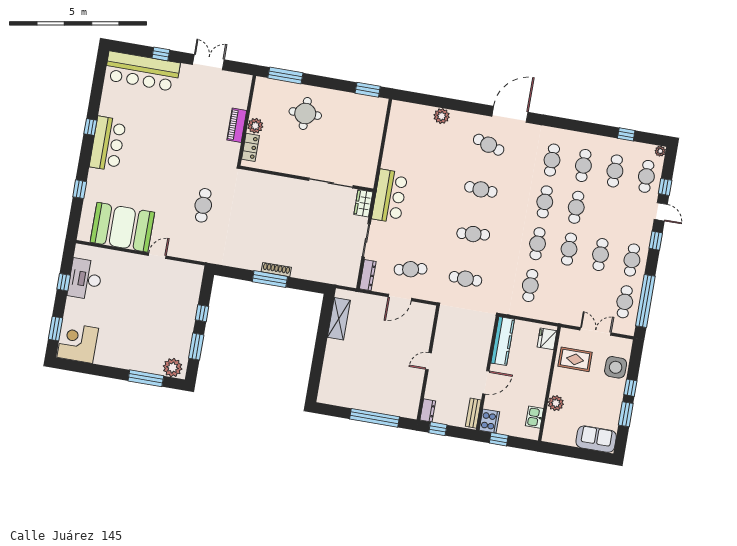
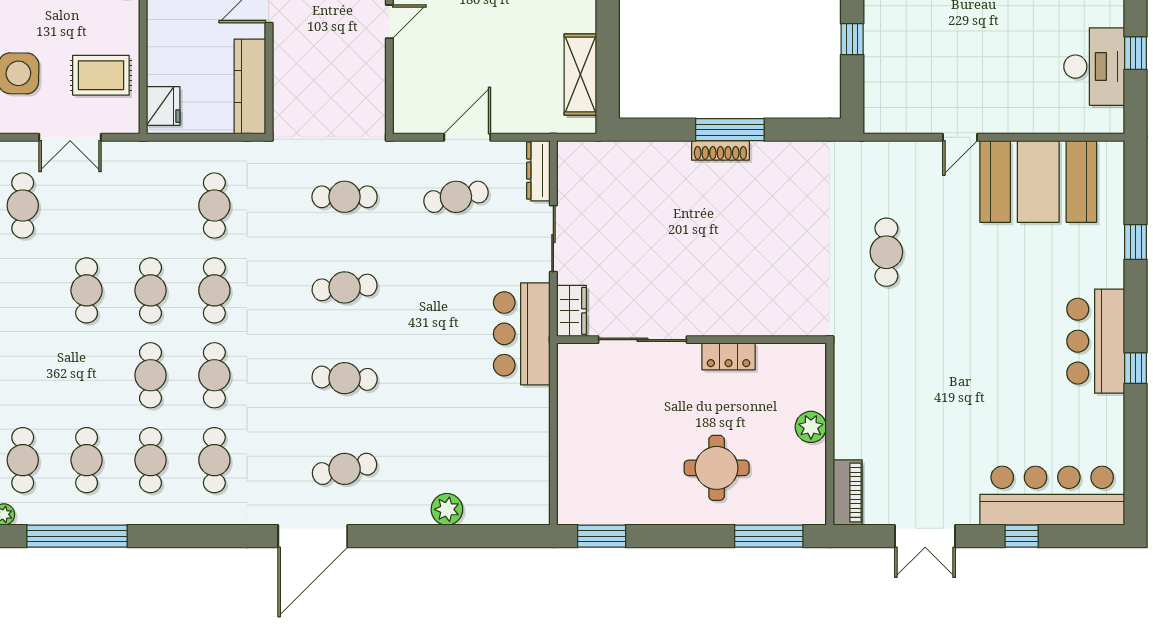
piano: (237, 125) -> (848, 492), moved
window: (626, 134) -> (77, 536), width x3.17
cafe table: (489, 145) -> (345, 469), turned -30
locker: (250, 147) -> (729, 356), moved, turned -90
cafe table: (632, 260) -> (23, 290), removed

